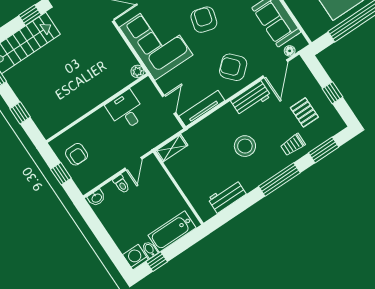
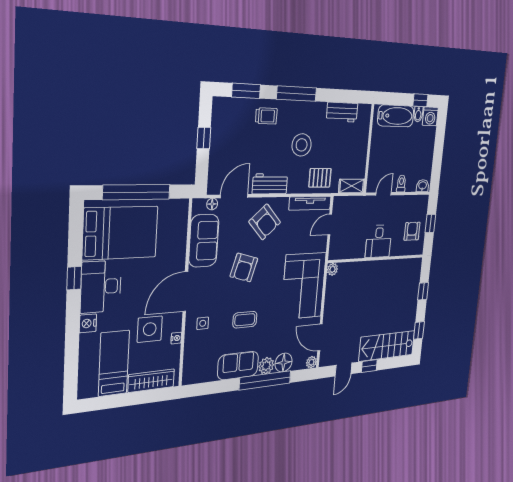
armchair: (204, 20) -> (244, 268), moved
desk: (126, 110) -> (379, 241), moved
pallet: (304, 112) -> (320, 178), moved, turned 90

